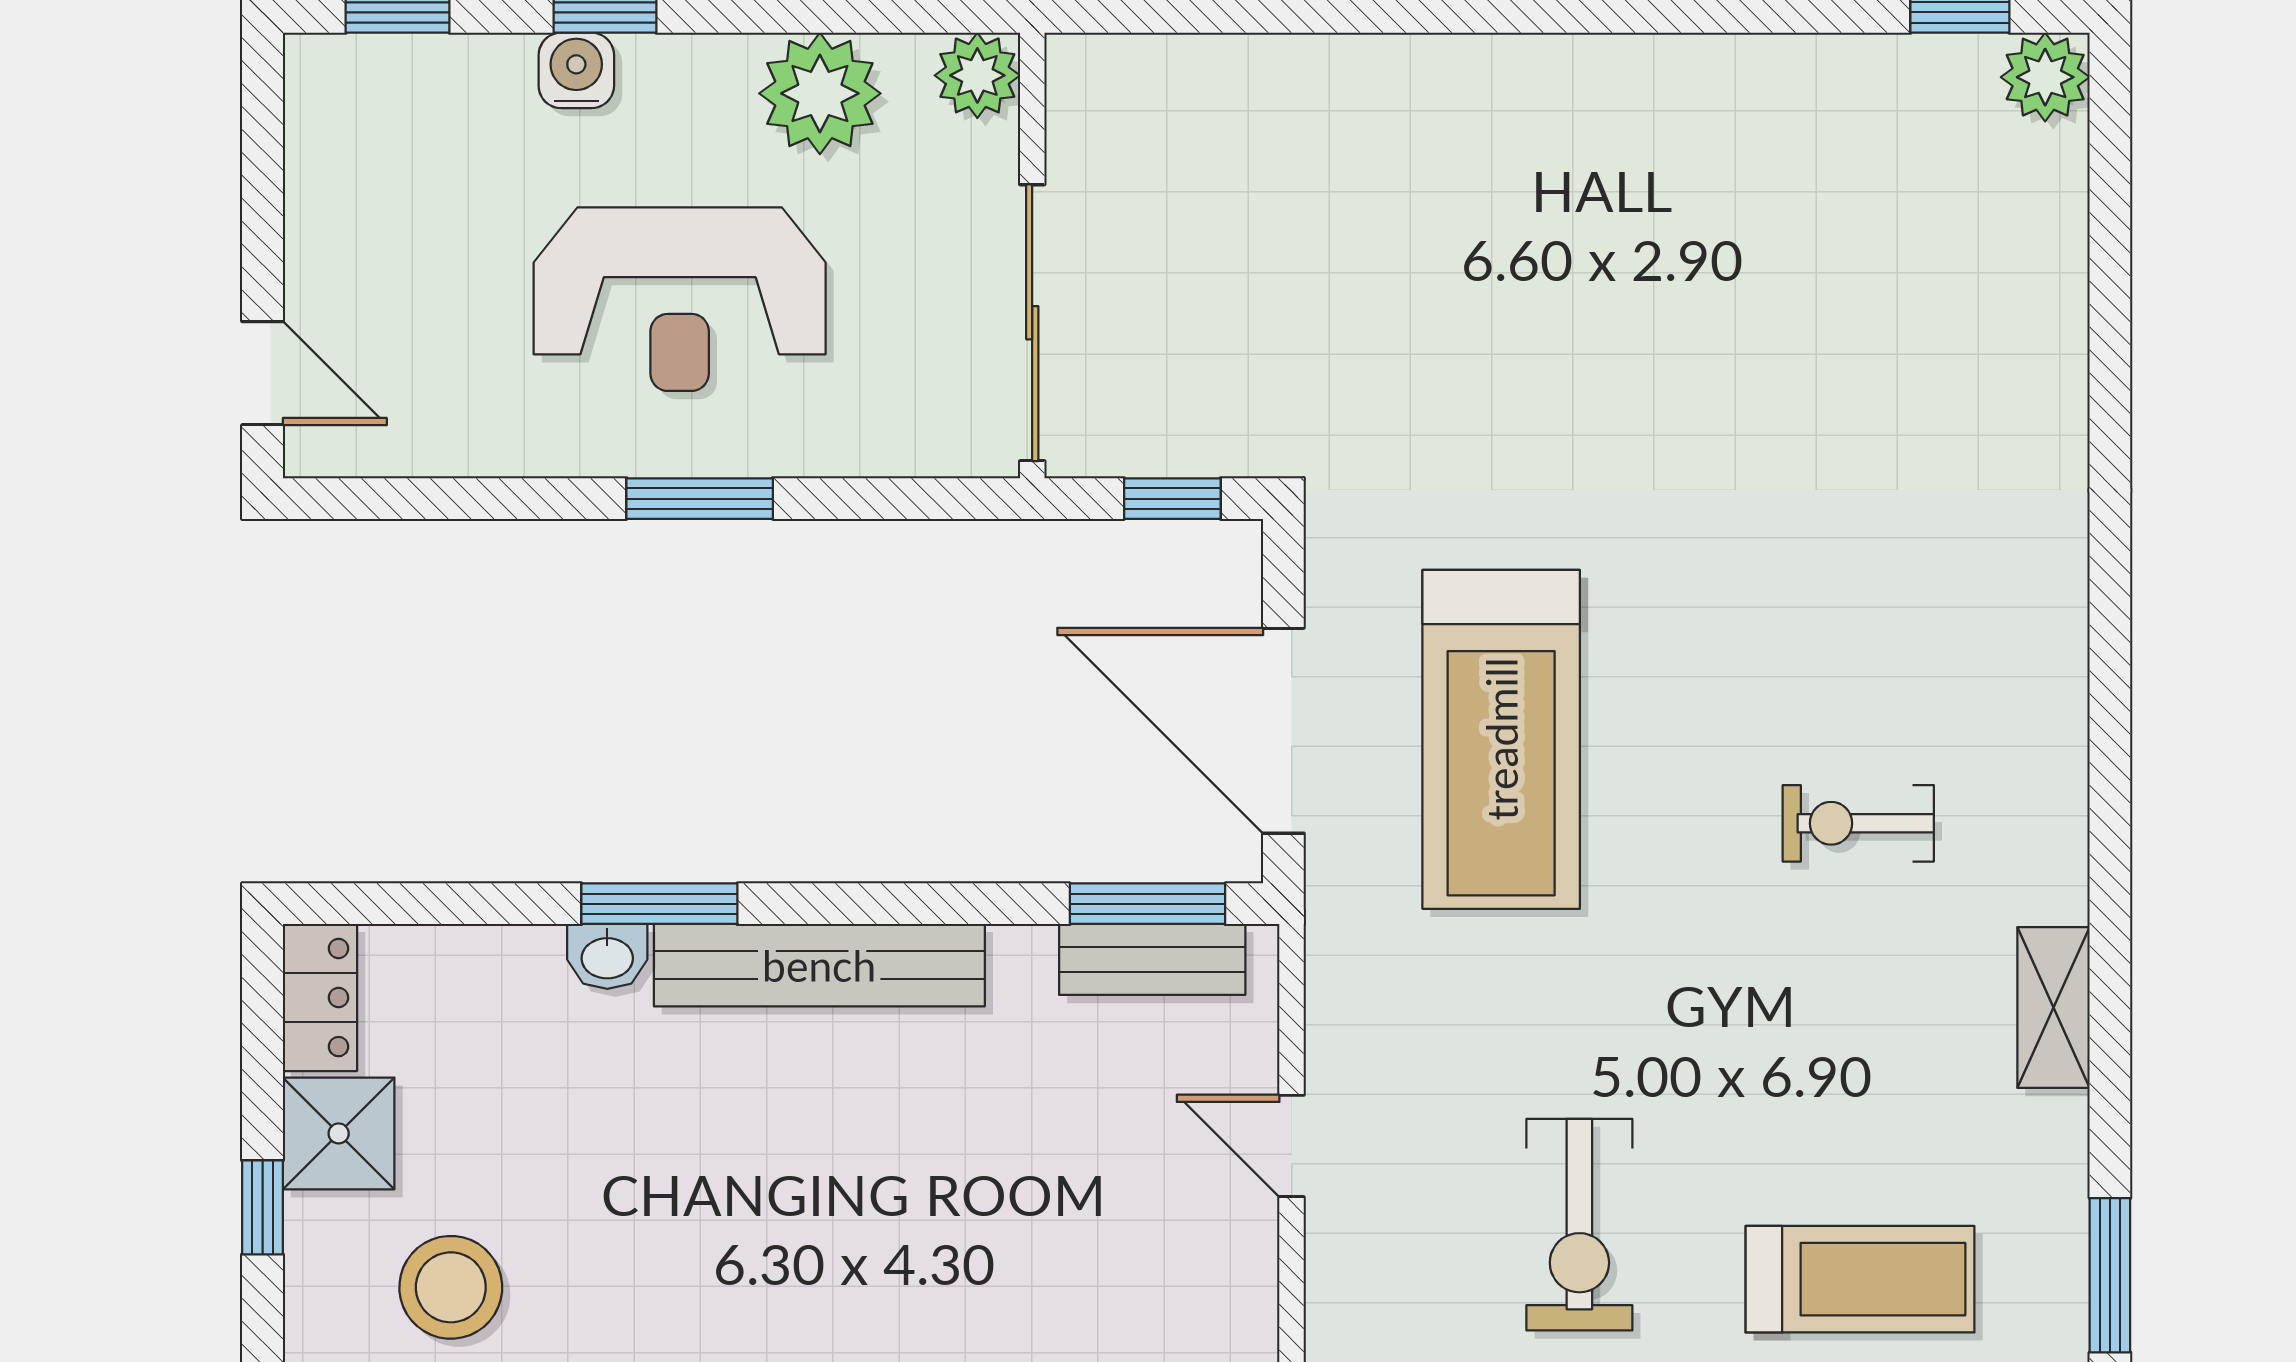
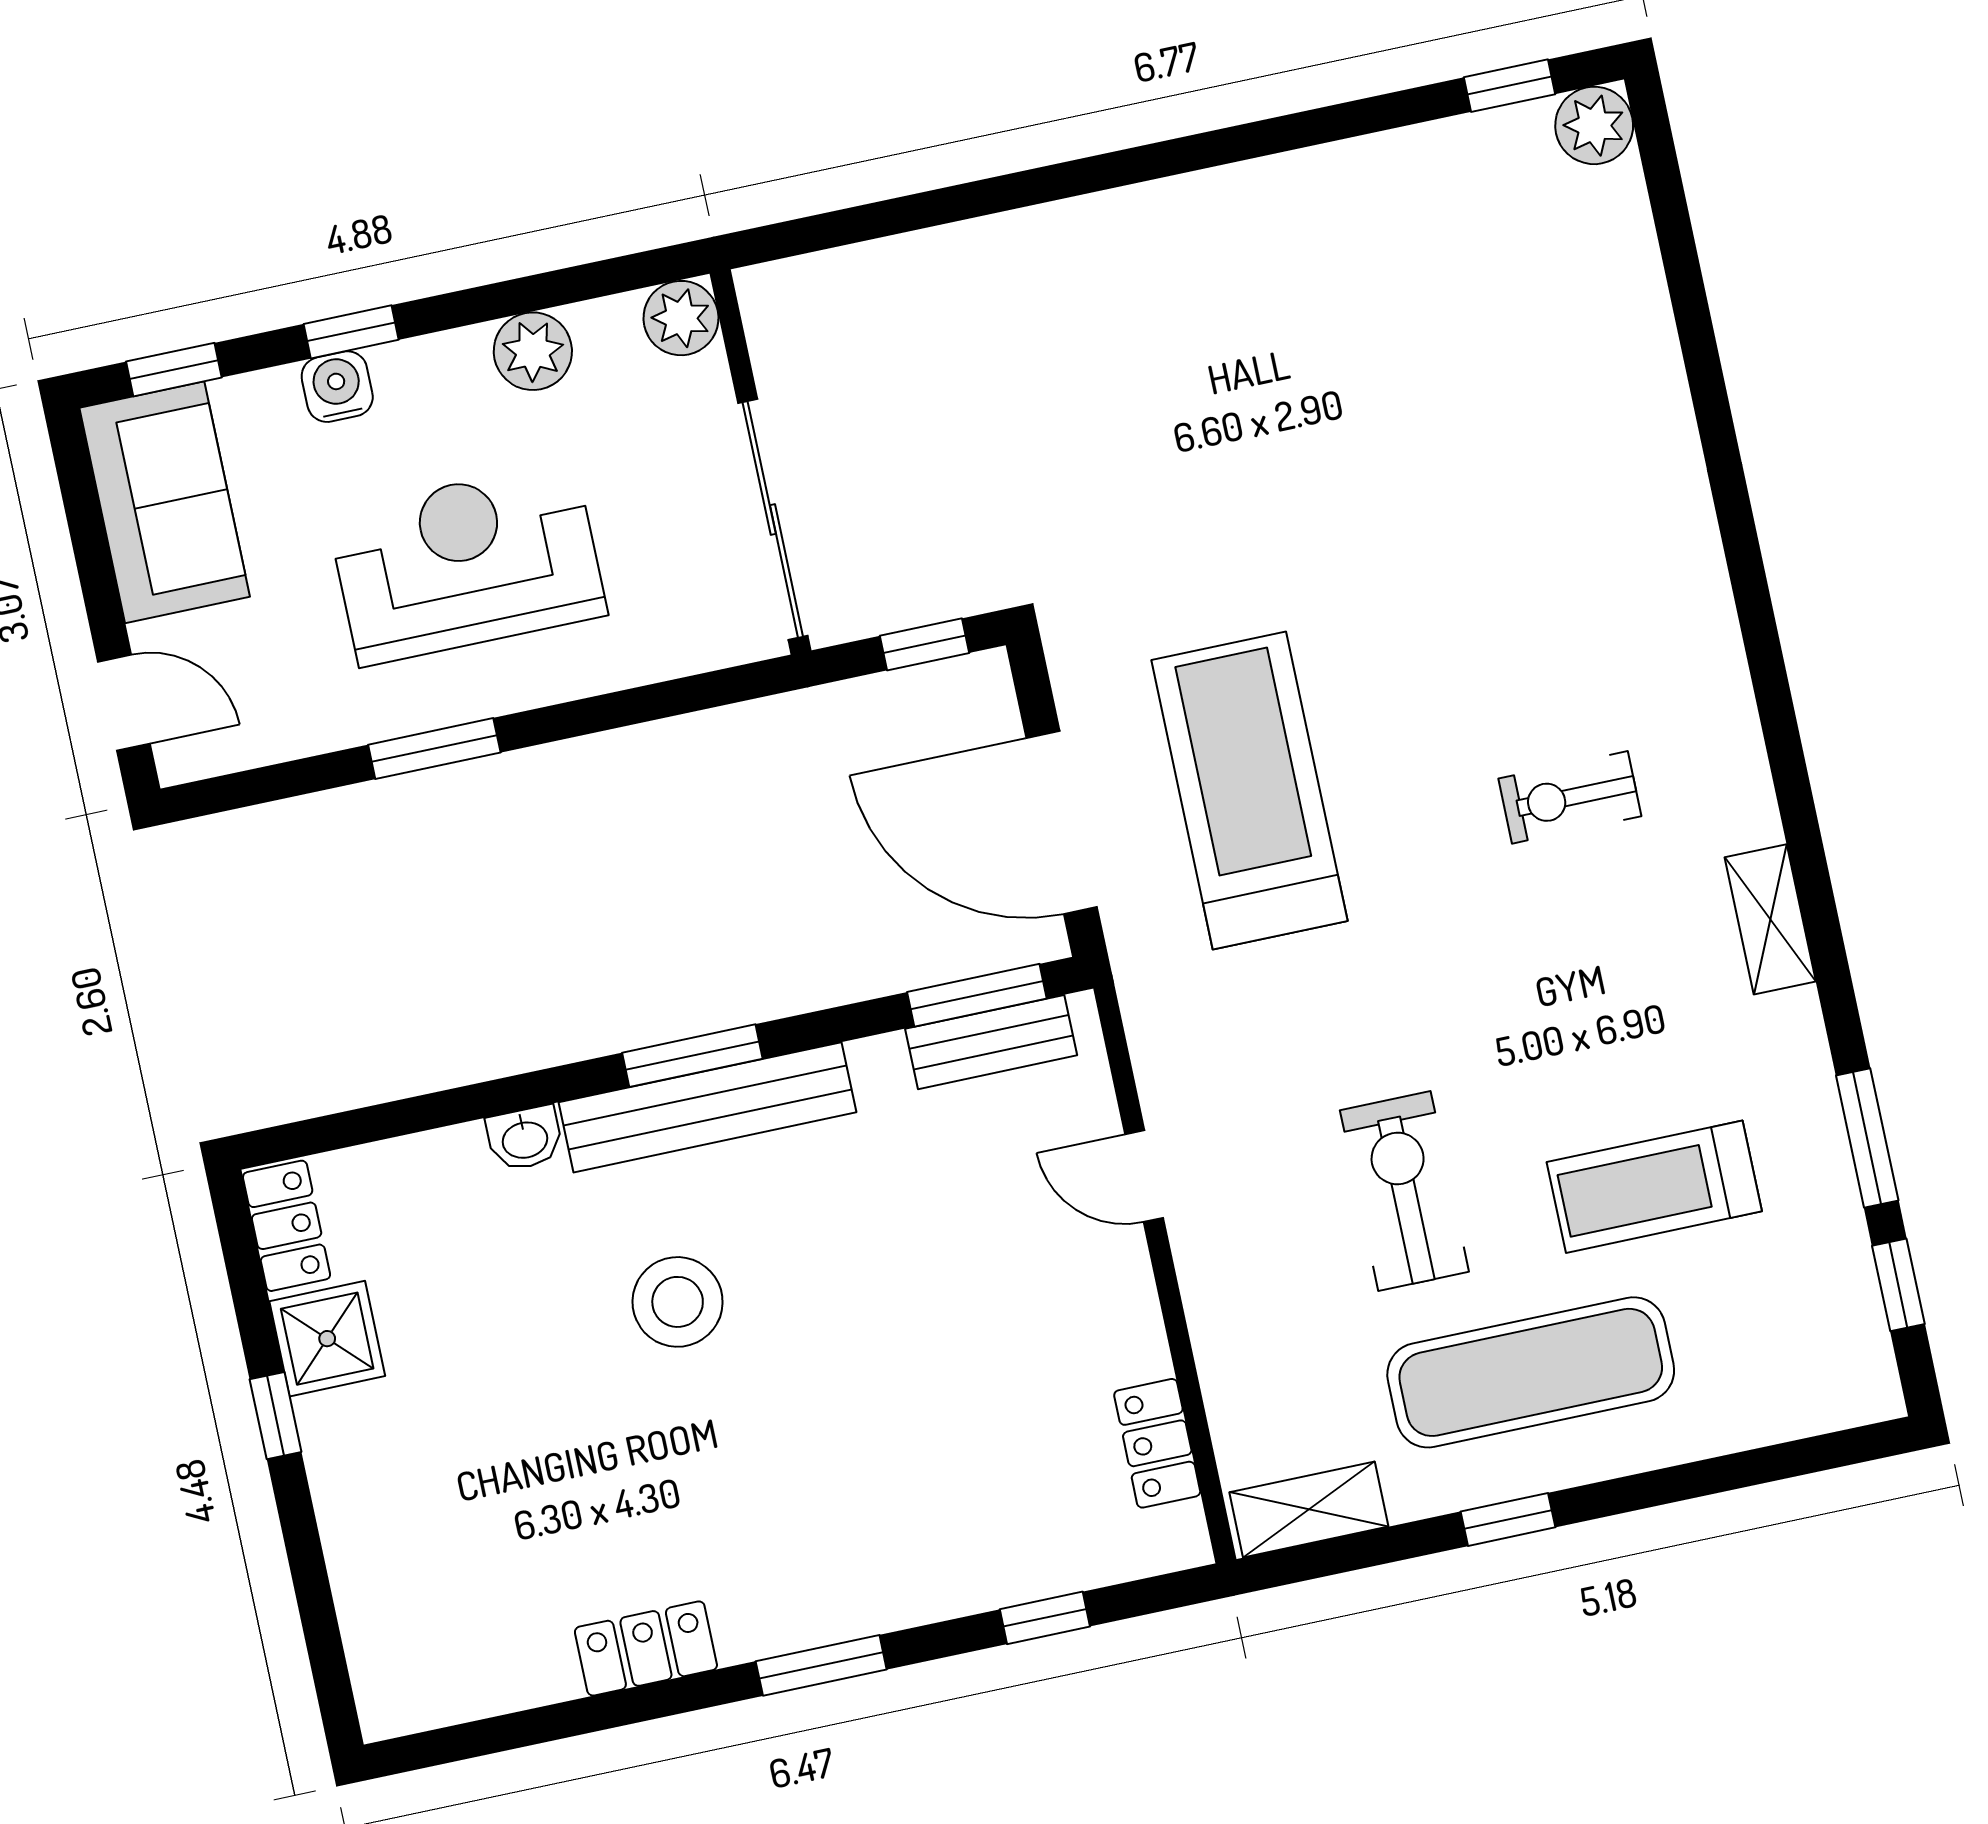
plant: (820, 93) -> (533, 351), width x0.73, depth x0.73
sofa: (356, 159) -> (165, 502), added
reception desk: (680, 299) -> (467, 563), turned 180
window: (700, 499) -> (434, 749), moved
treadmill: (1501, 739) -> (1249, 790), turned 180
window: (659, 904) -> (692, 1056), moved
exercise bike: (1579, 1225) -> (1404, 1191), turned 180
treadmill: (1860, 1279) -> (1654, 1187), turned 180
stool: (451, 1287) -> (678, 1302), moved

